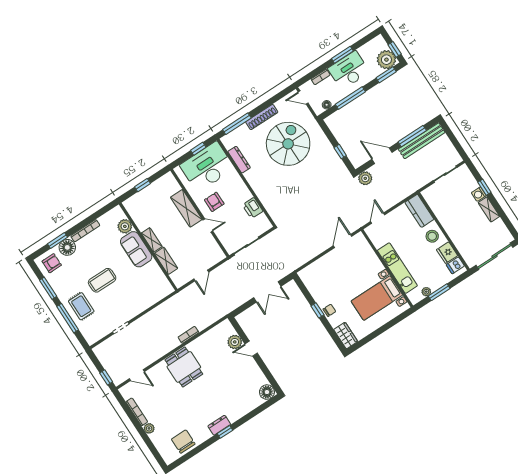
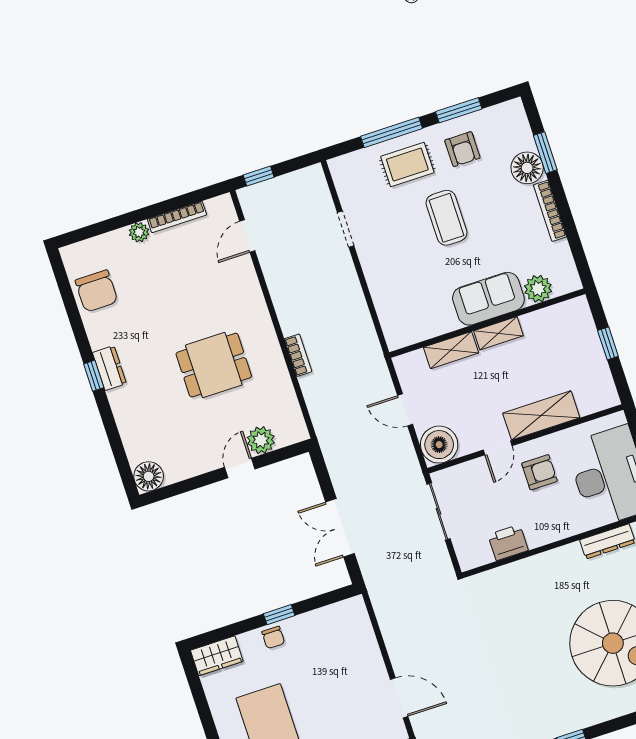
boiler: (214, 254) -> (439, 445), added
armchair: (52, 263) -> (462, 149), moved
dining table: (184, 367) -> (214, 365), moved
chair: (183, 442) -> (96, 291), turned 90

